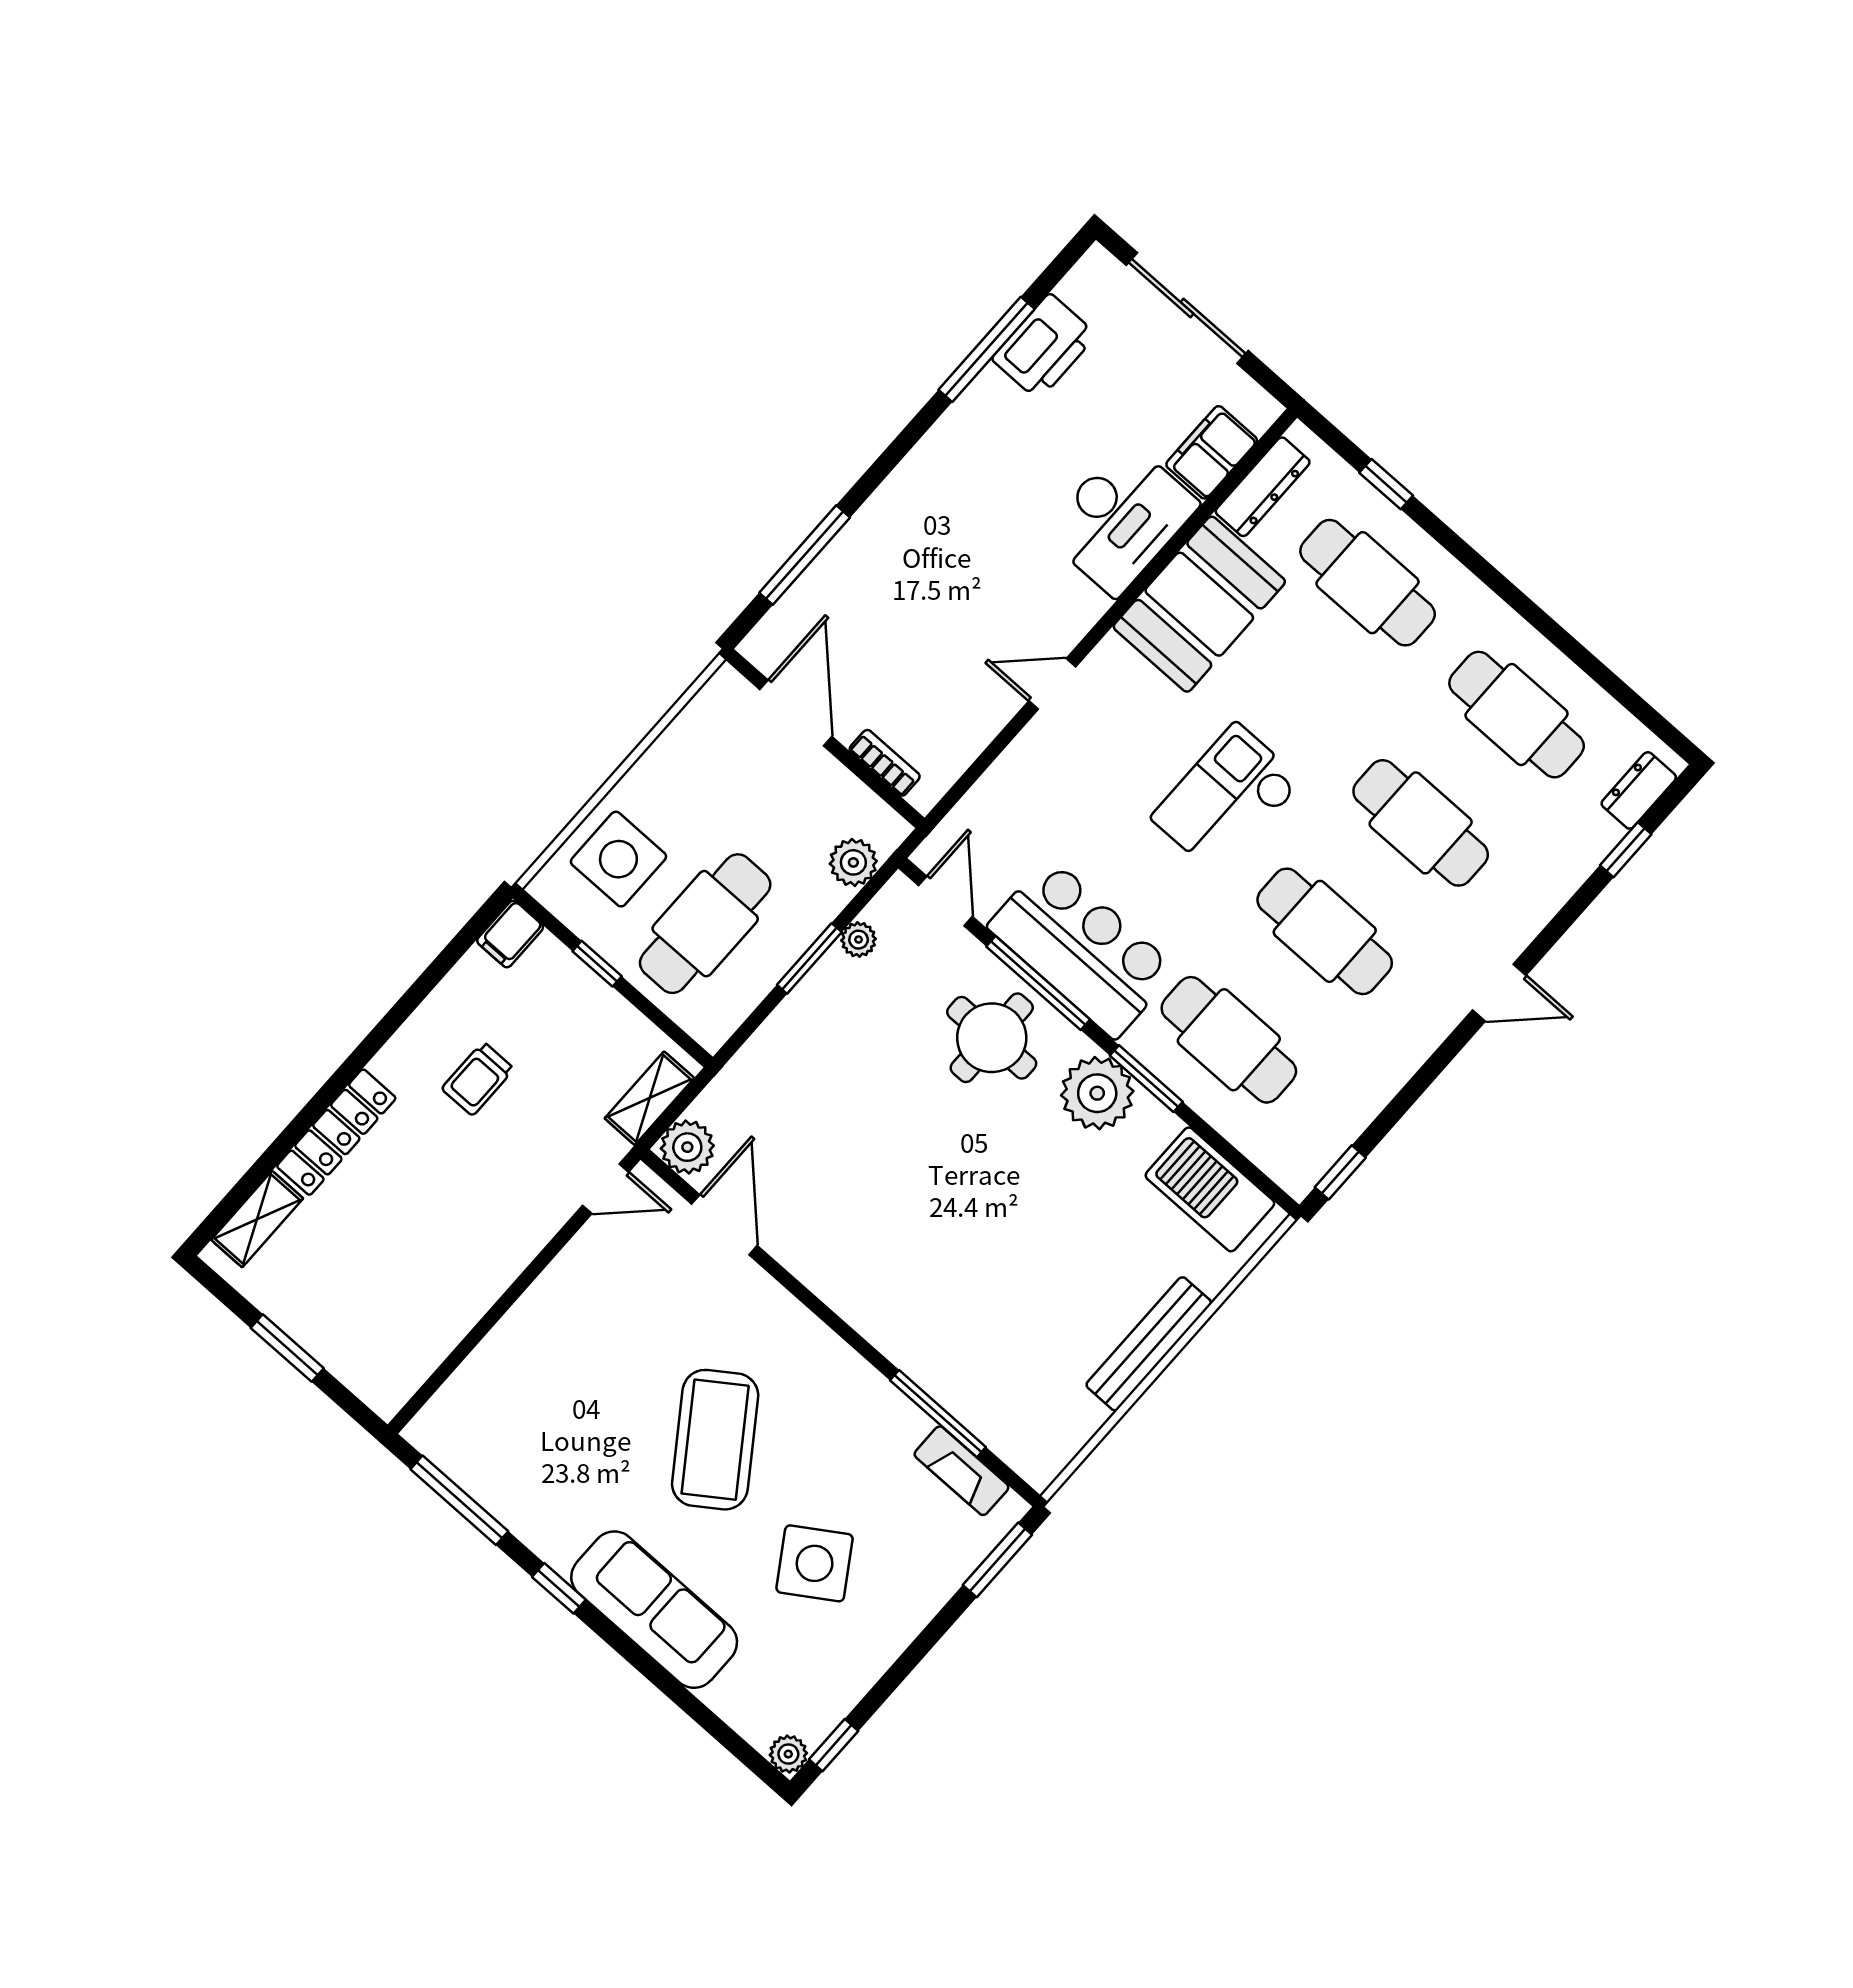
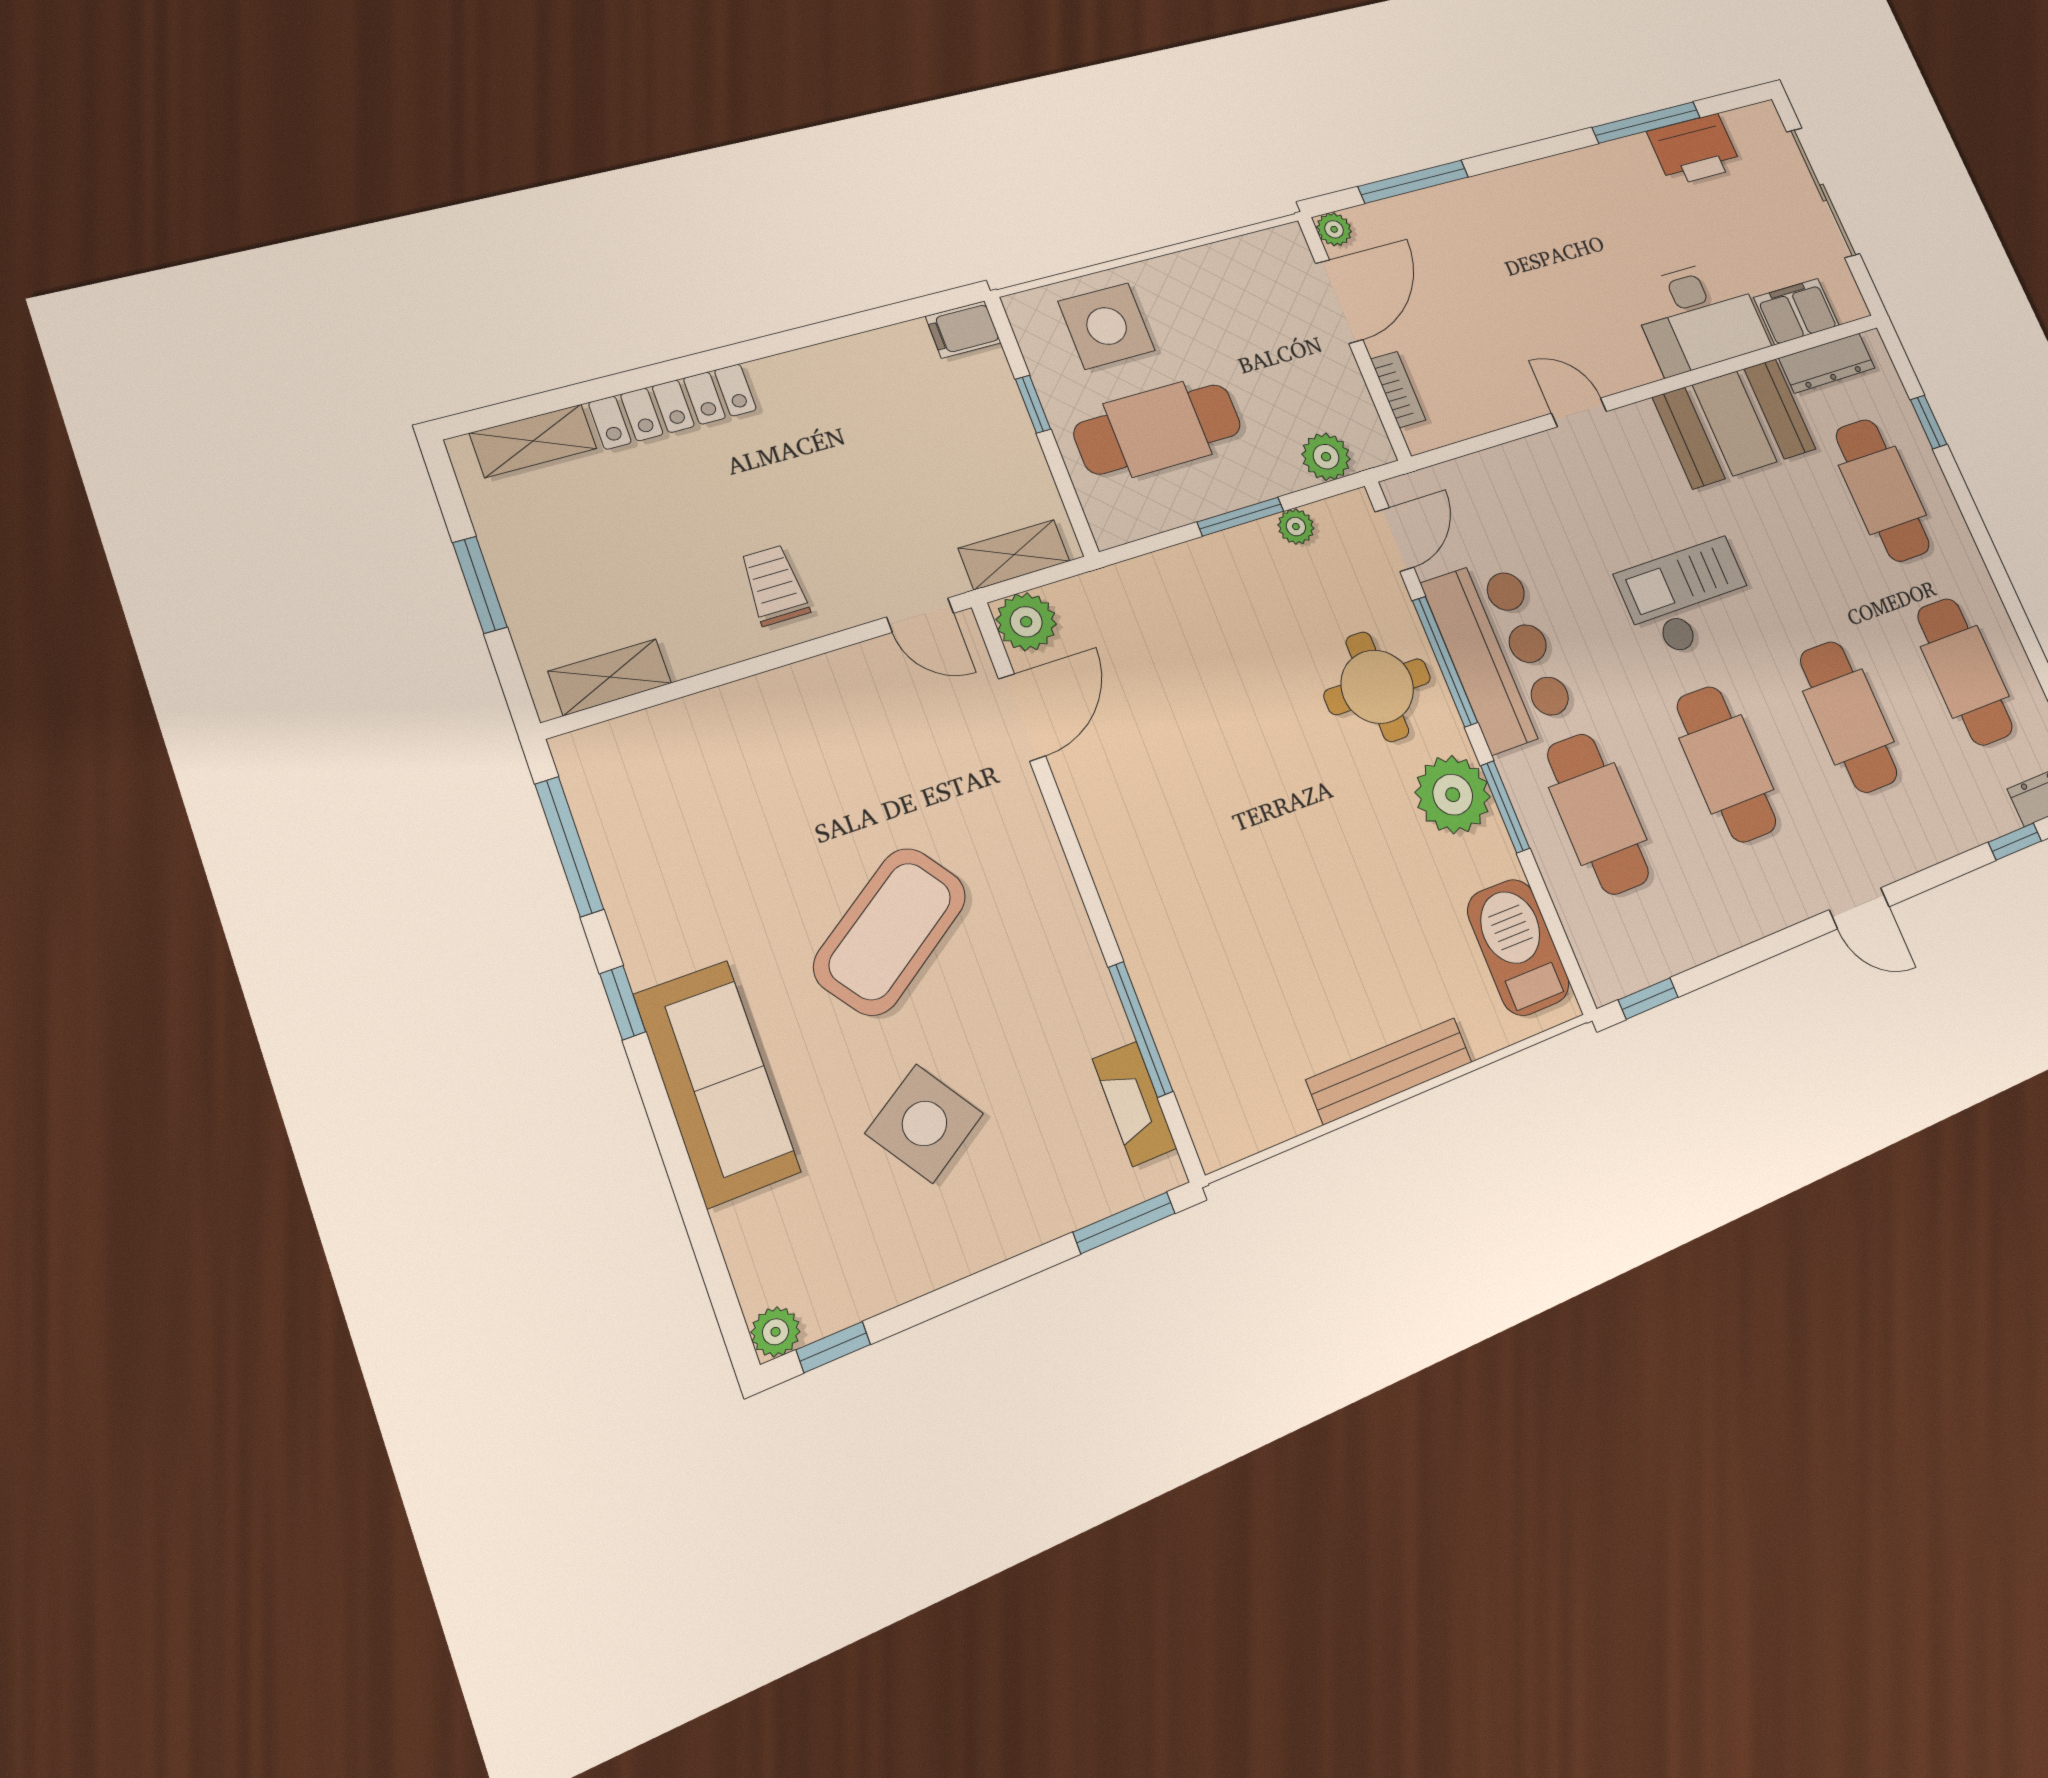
plant: (759, 647) -> (1334, 229), added
trolley: (478, 1079) -> (774, 585), moved, turned 90
shelving: (414, 1364) -> (610, 677), added

